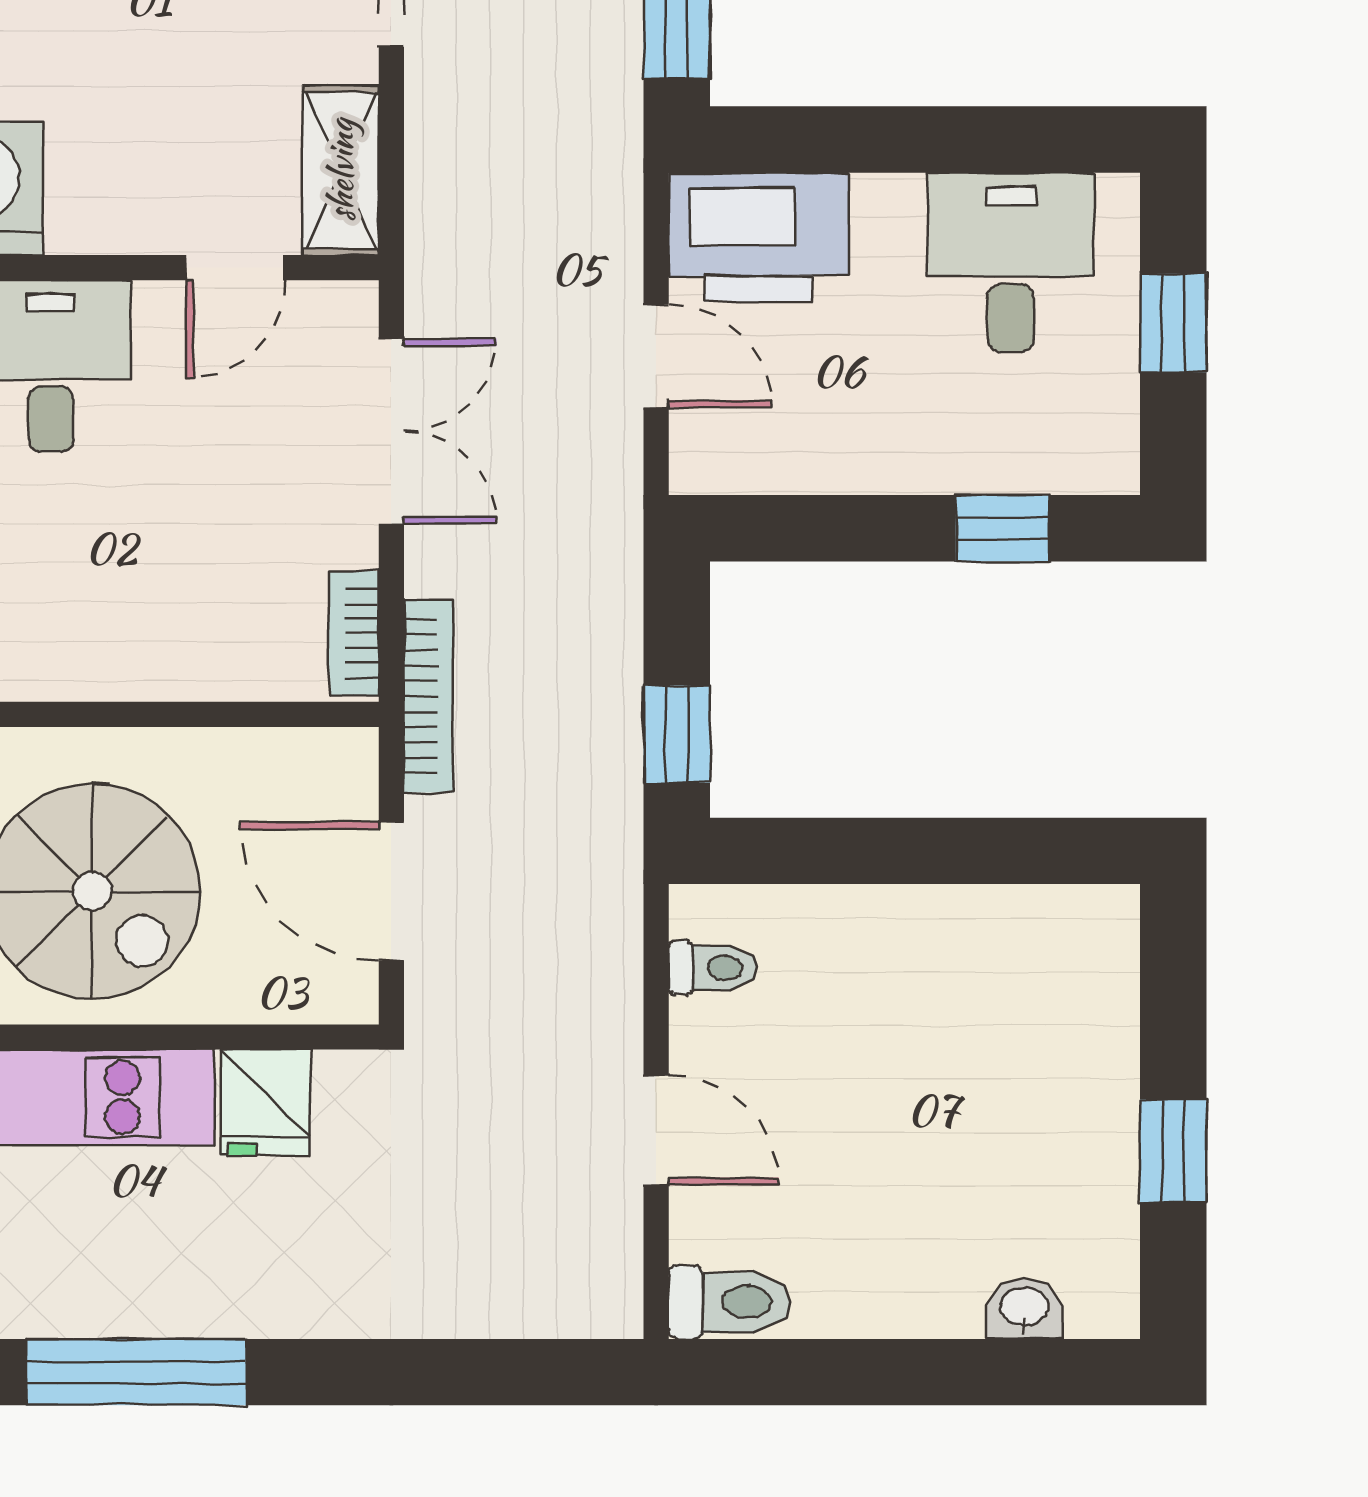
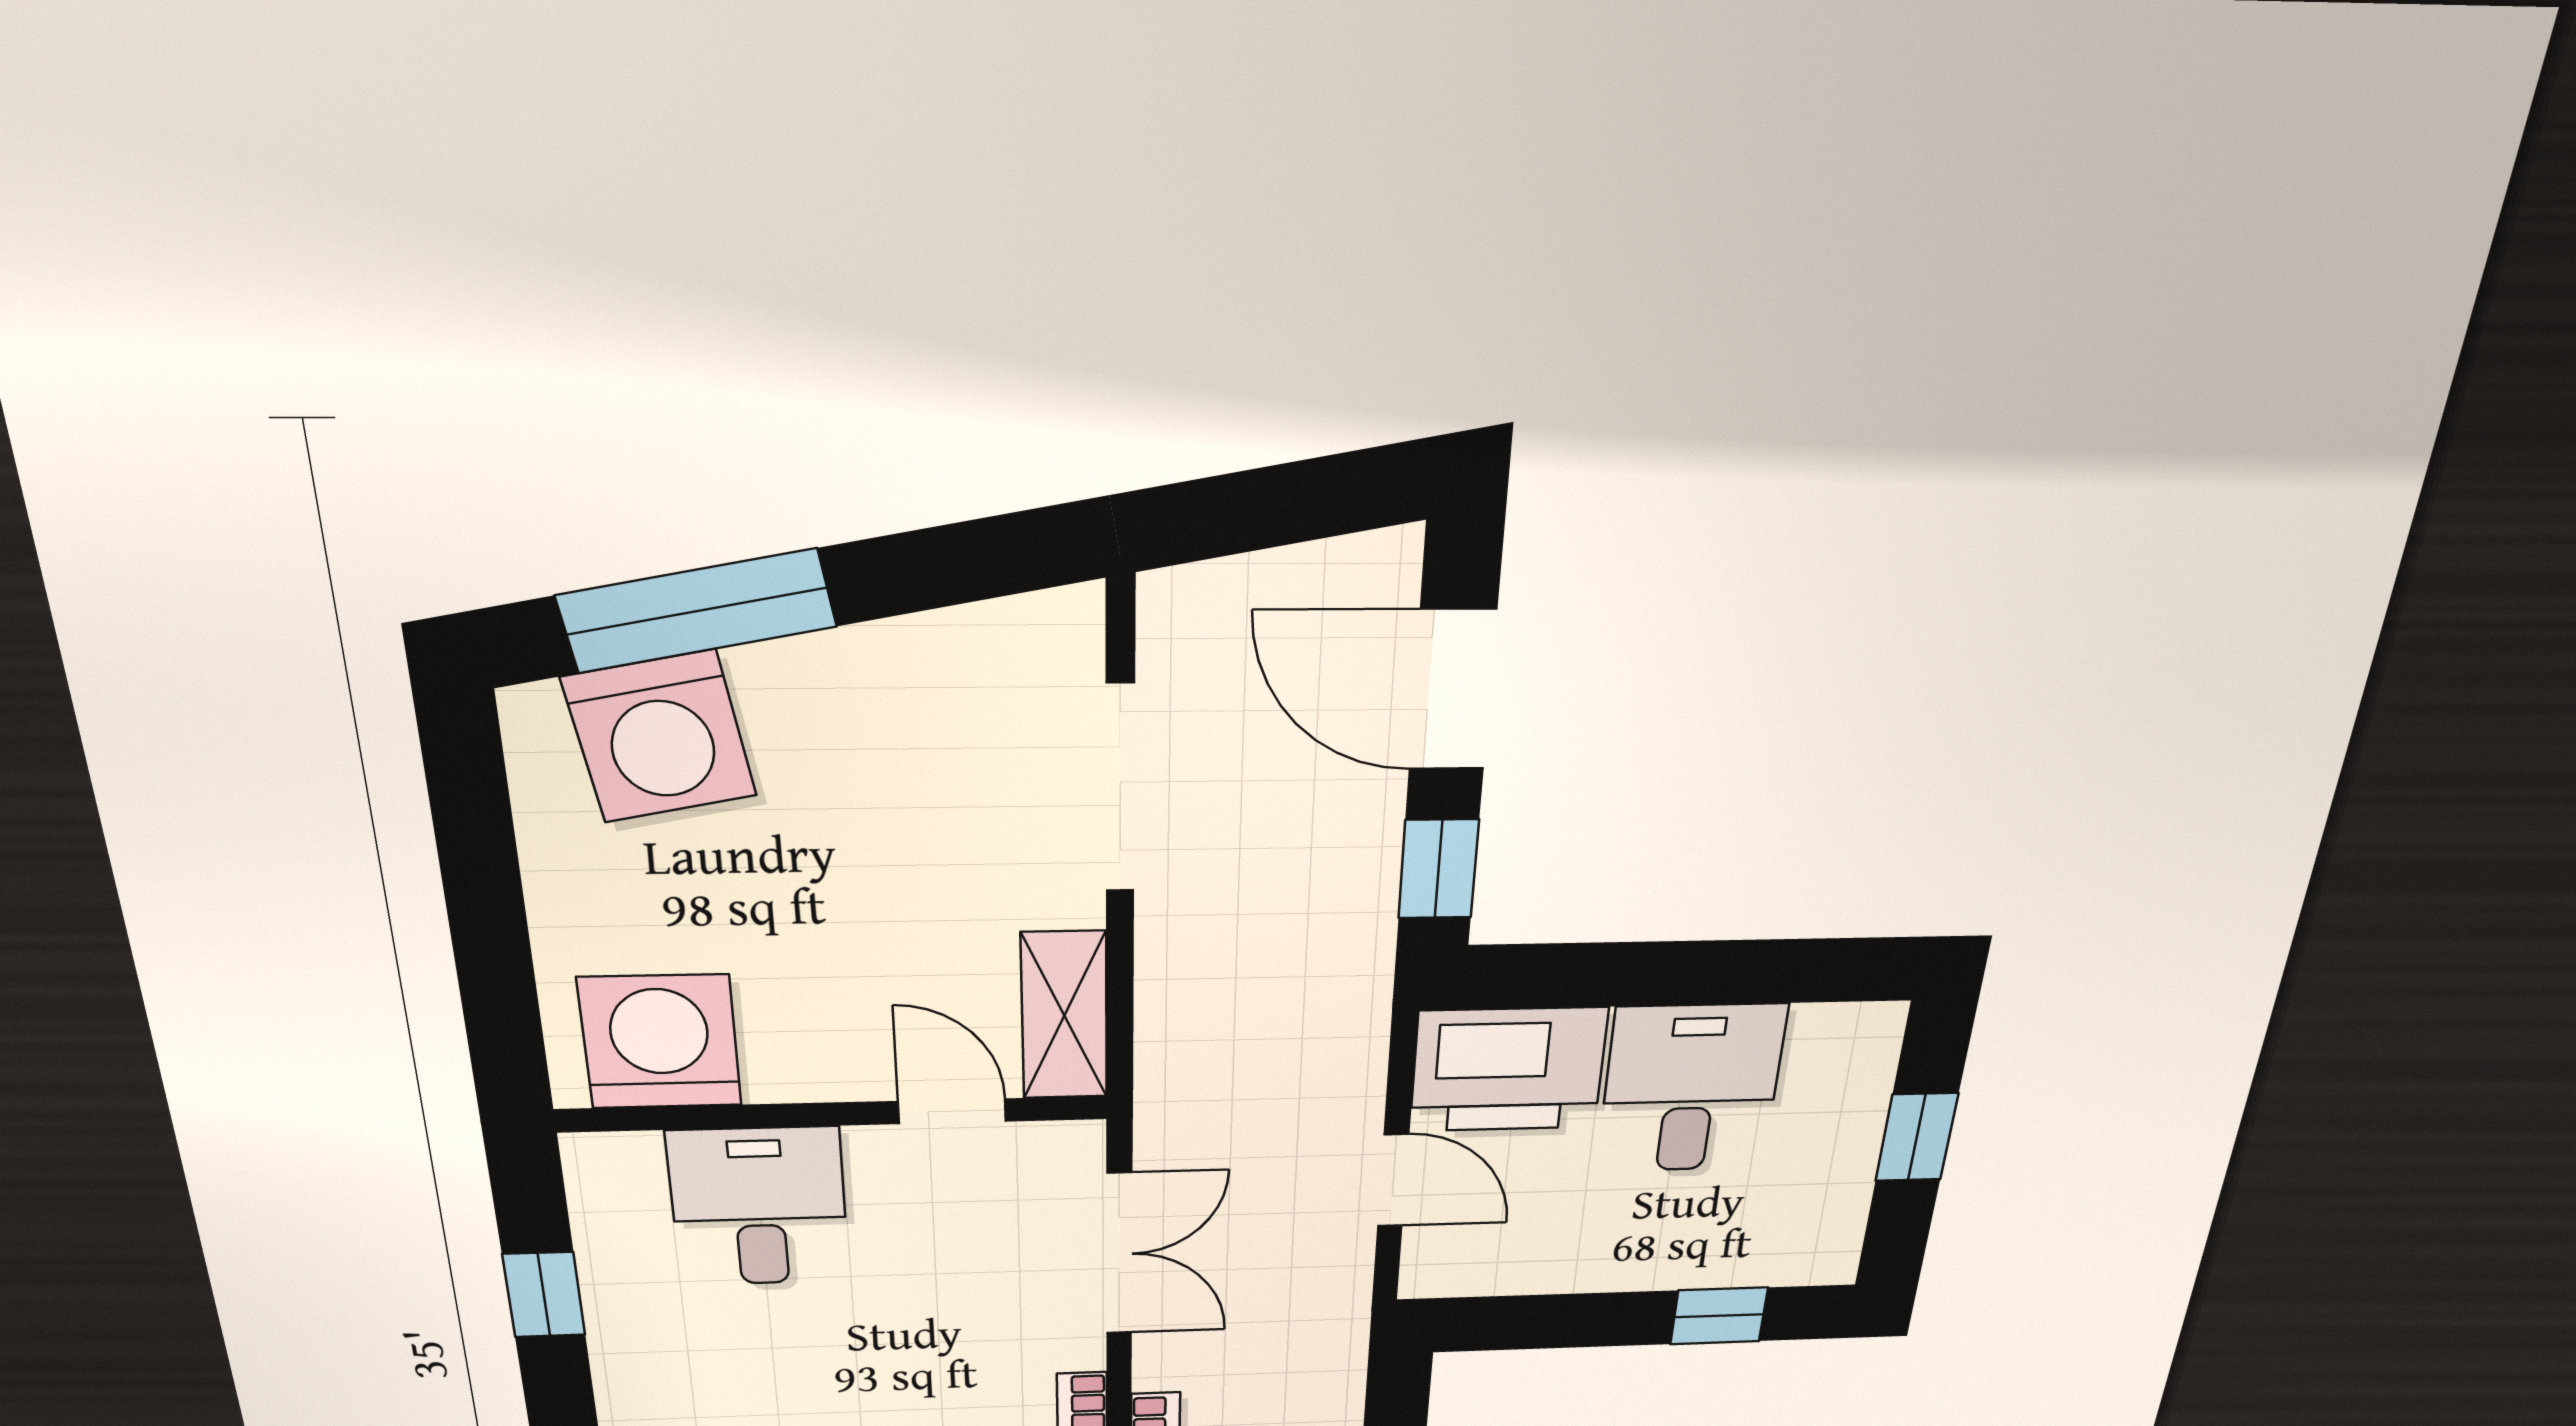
desk: (1011, 262) -> (1691, 1089), moved
door: (236, 268) -> (952, 1111), swing flipped

